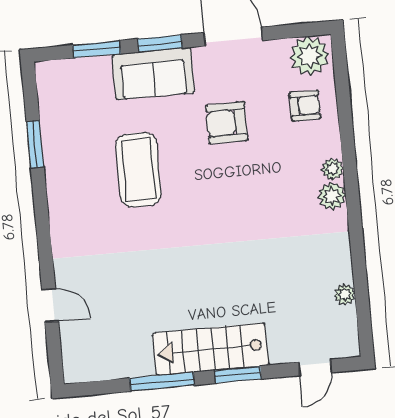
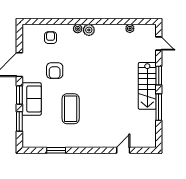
plant: (309, 56) -> (30, 34), removed
coffee table: (138, 170) -> (71, 109), turned 90

